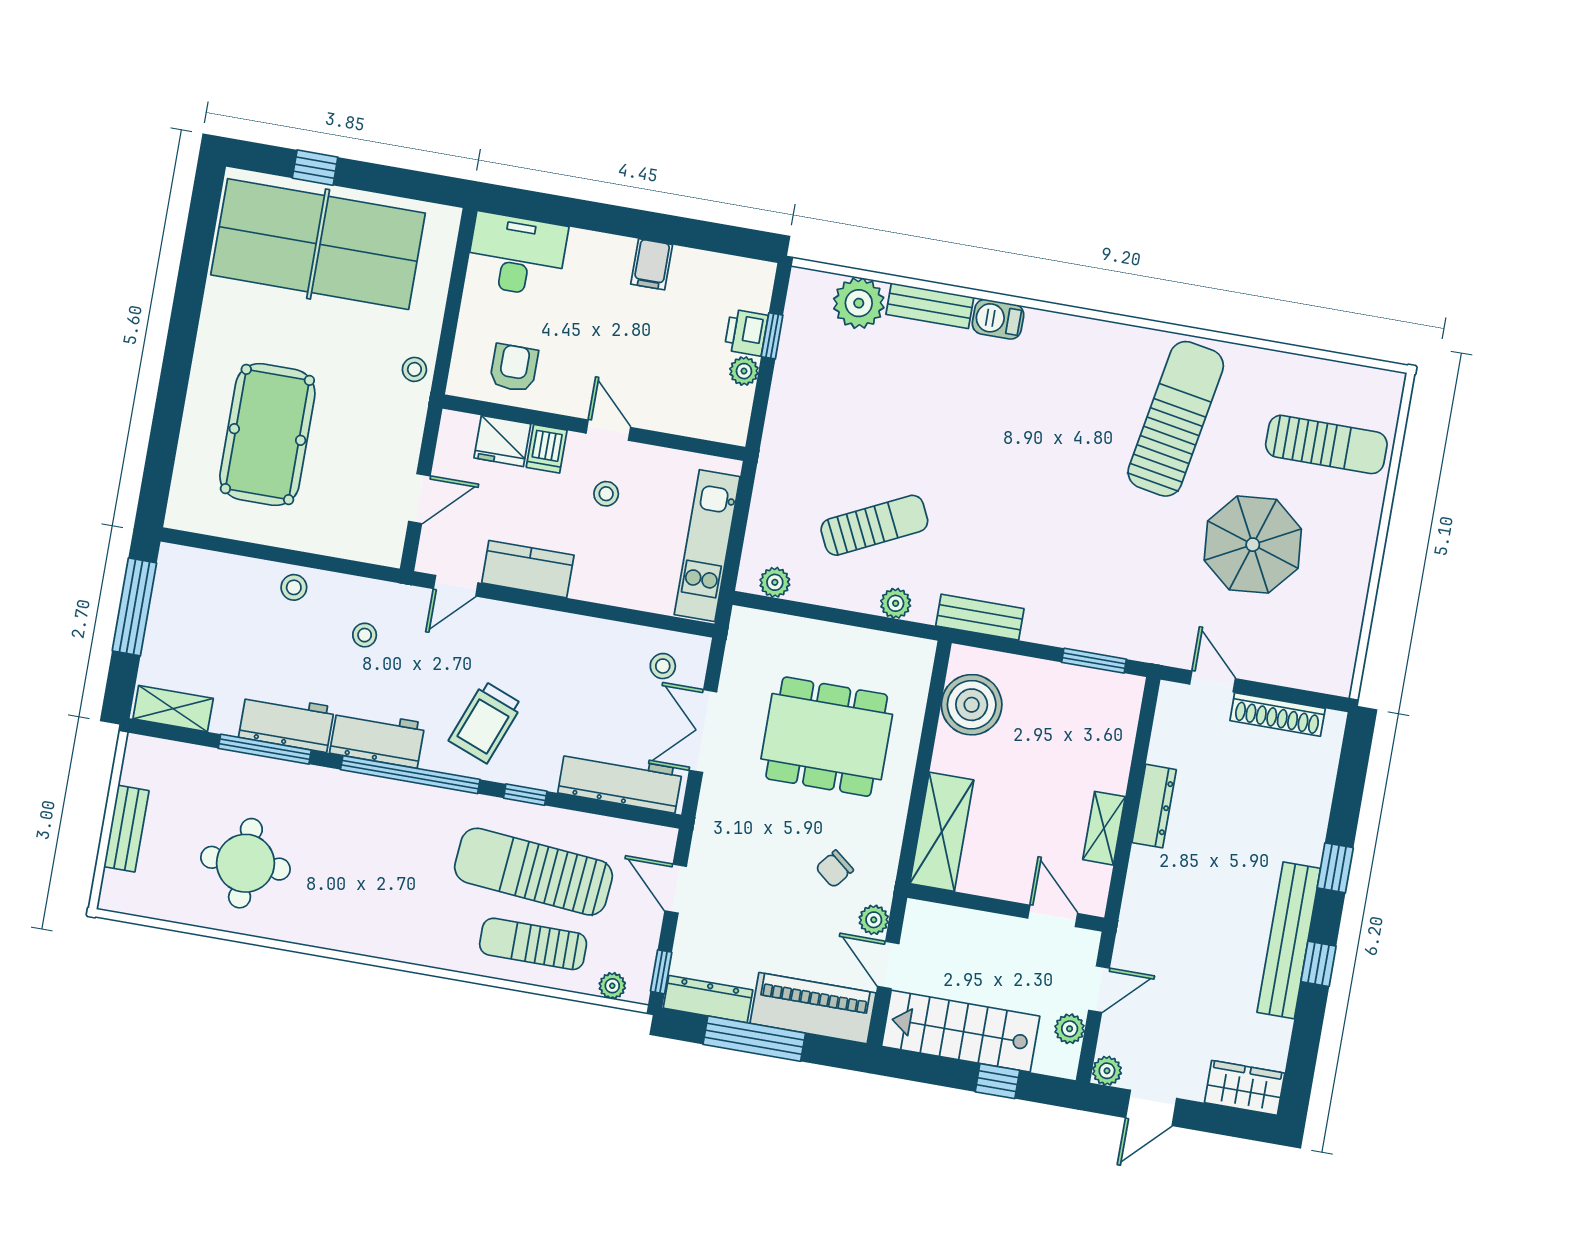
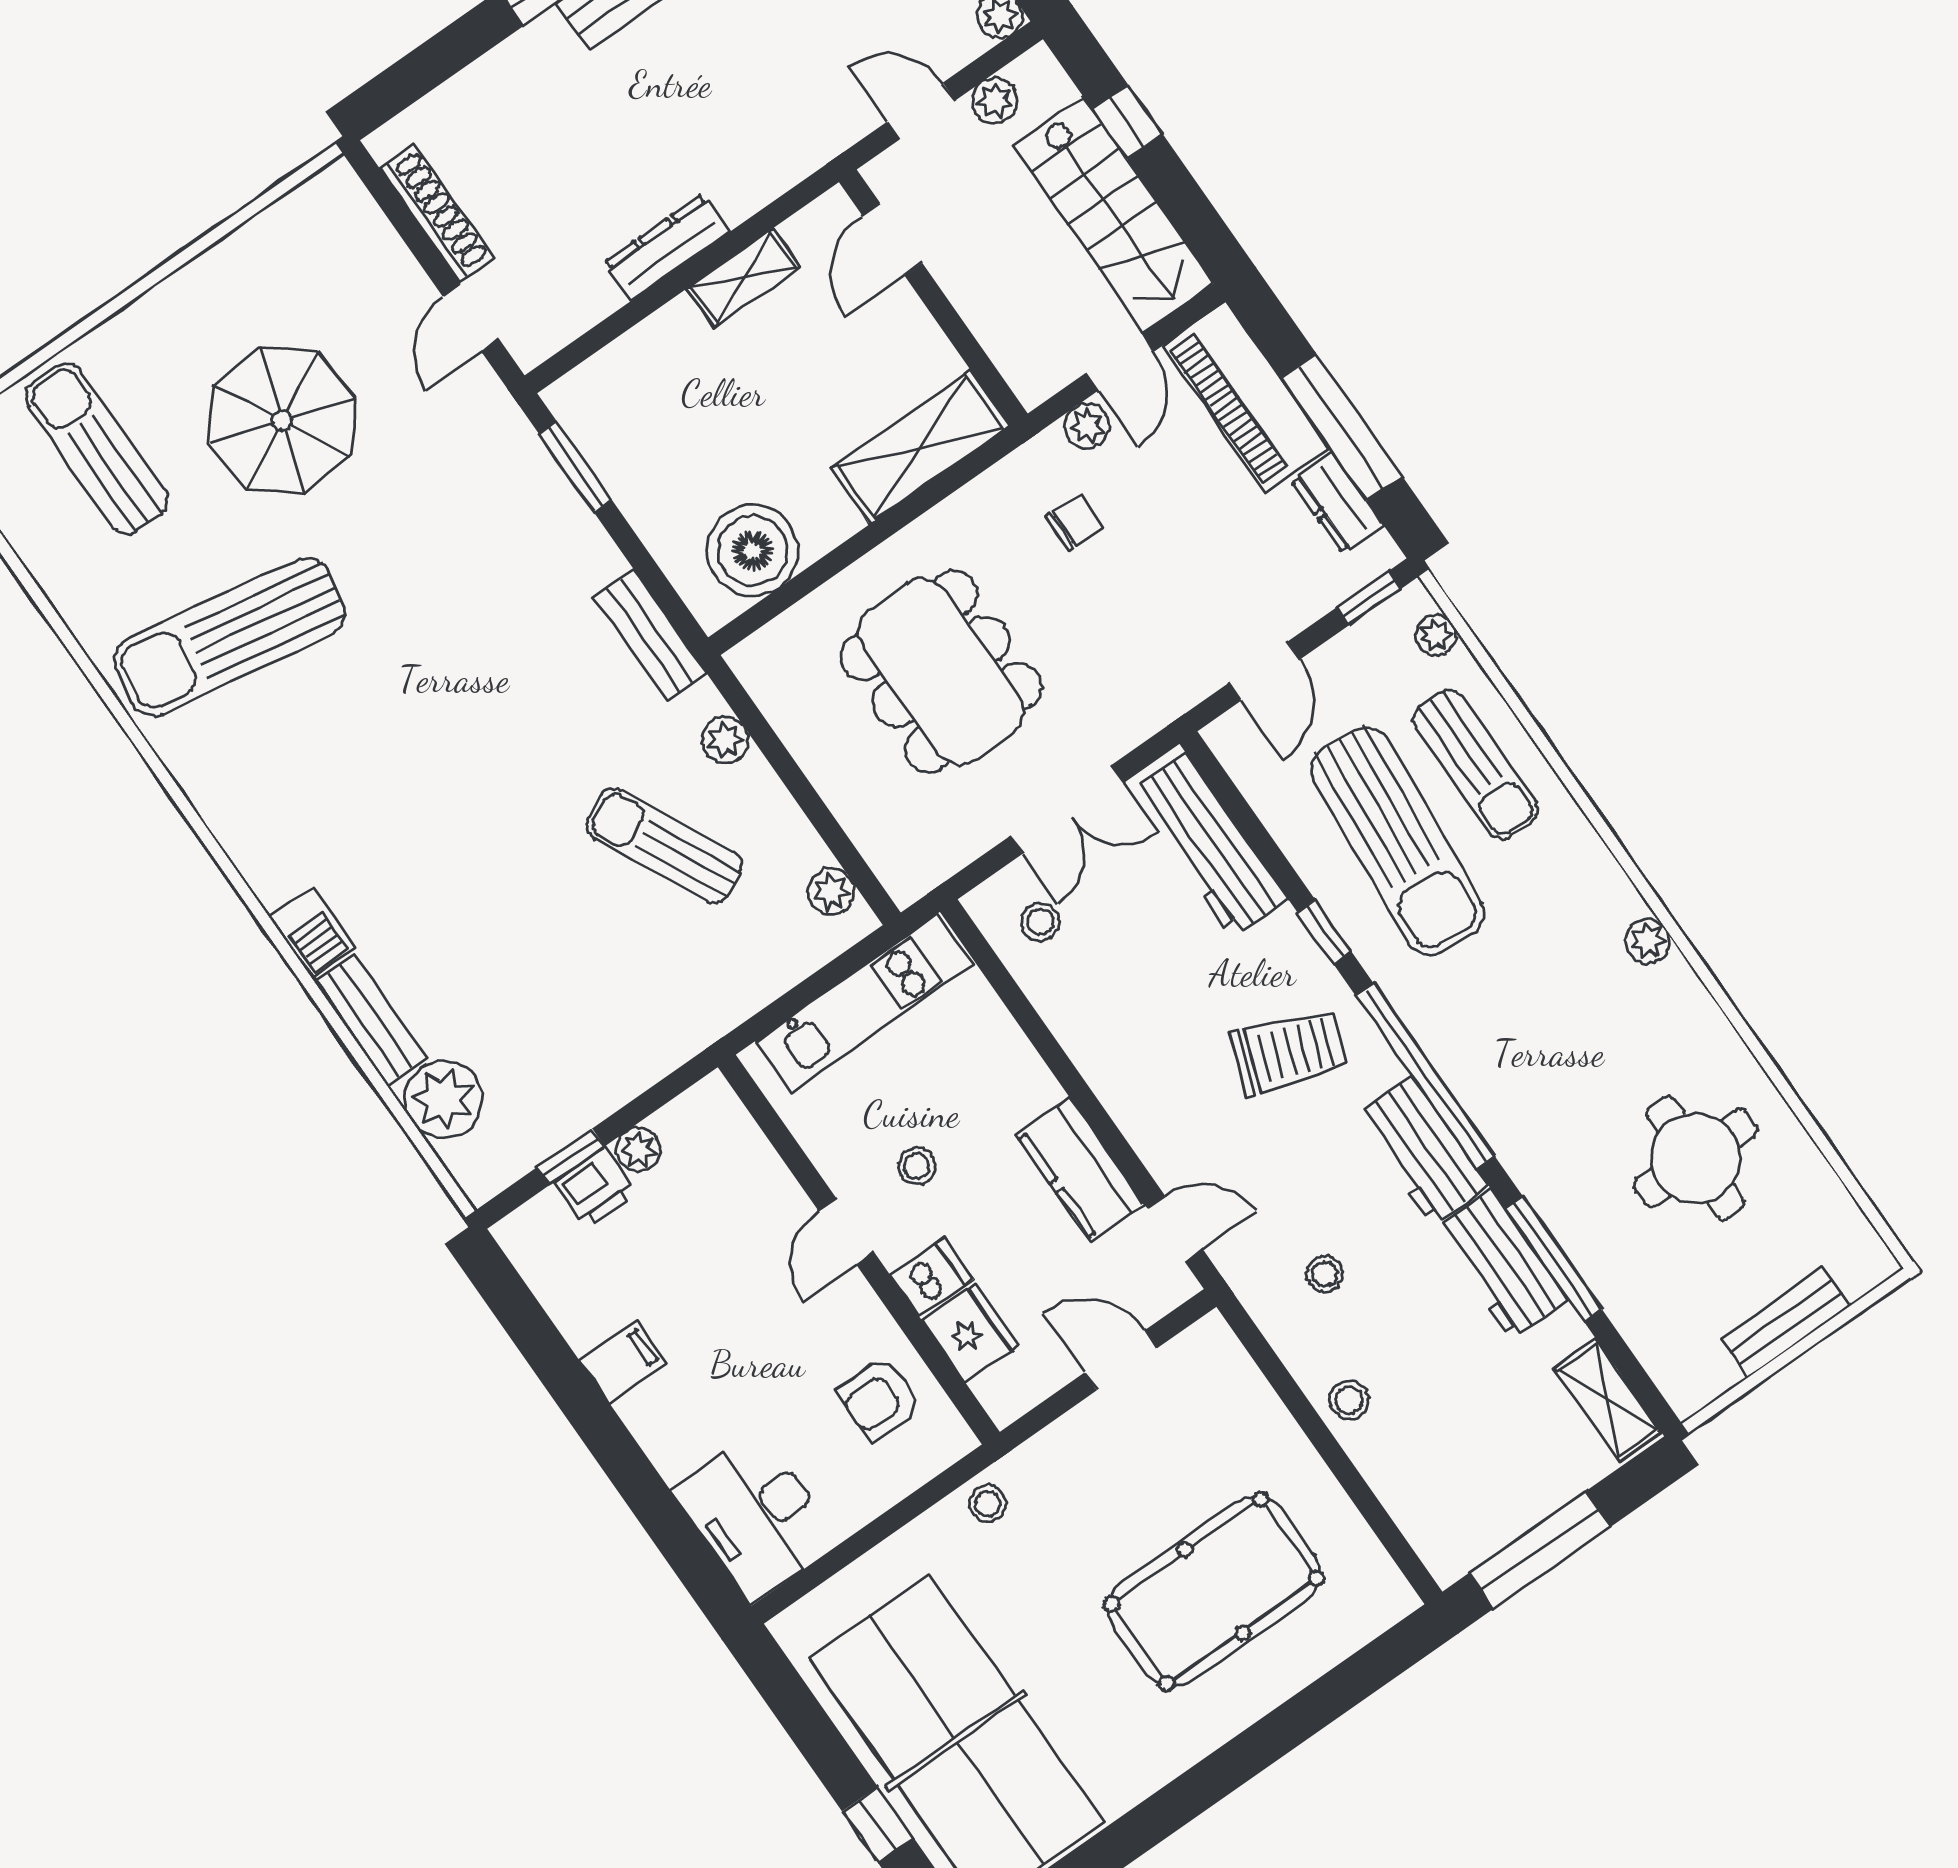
chair: (834, 869) -> (1074, 522), turned -39
plant: (370, 942) -> (1647, 941), added
dresser: (708, 999) -> (1337, 503), width x0.70

